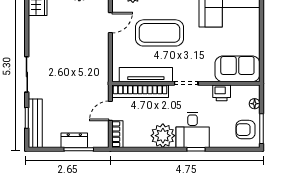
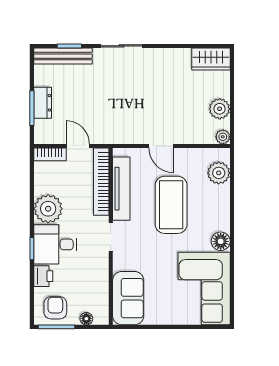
door: (110, 23) -> (161, 146), moved
printer: (222, 93) -> (43, 276), moved, turned 180

